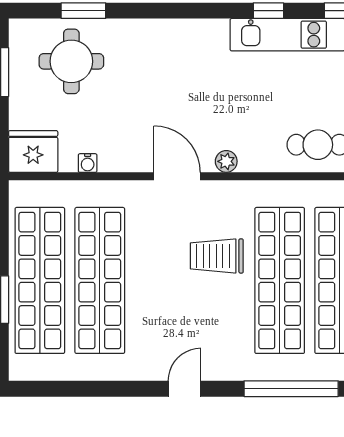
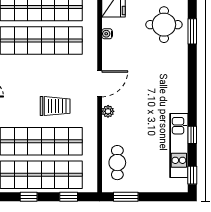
trolley: (217, 256) -> (55, 106), turned 90

